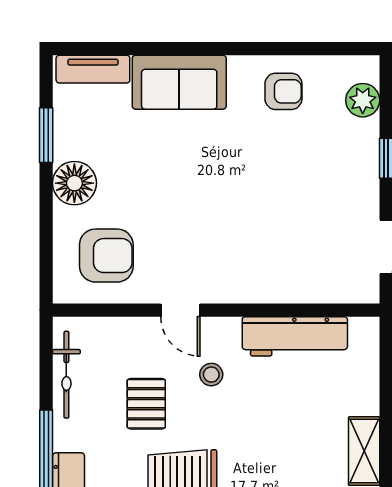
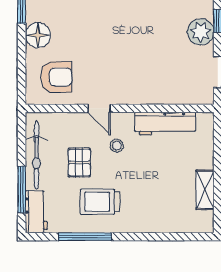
plant: (357, 177) -> (201, 32), added
bicycle: (66, 375) -> (36, 155), width x1.37, depth x1.40

